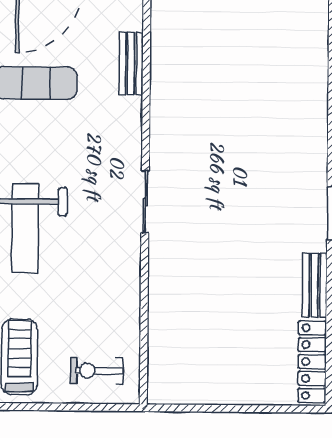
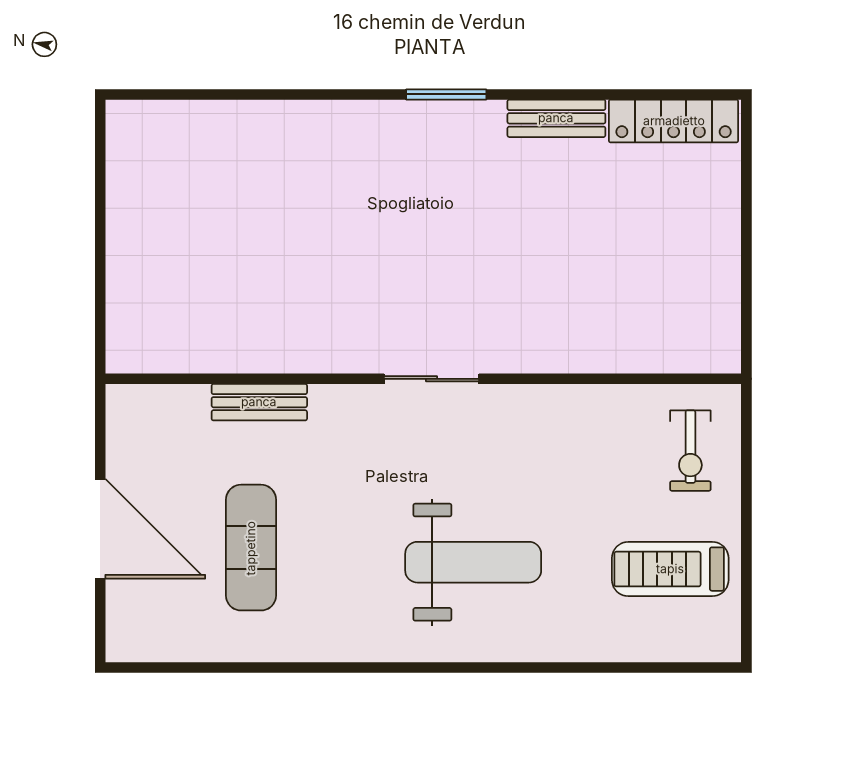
bench: (131, 63) -> (259, 402), moved

